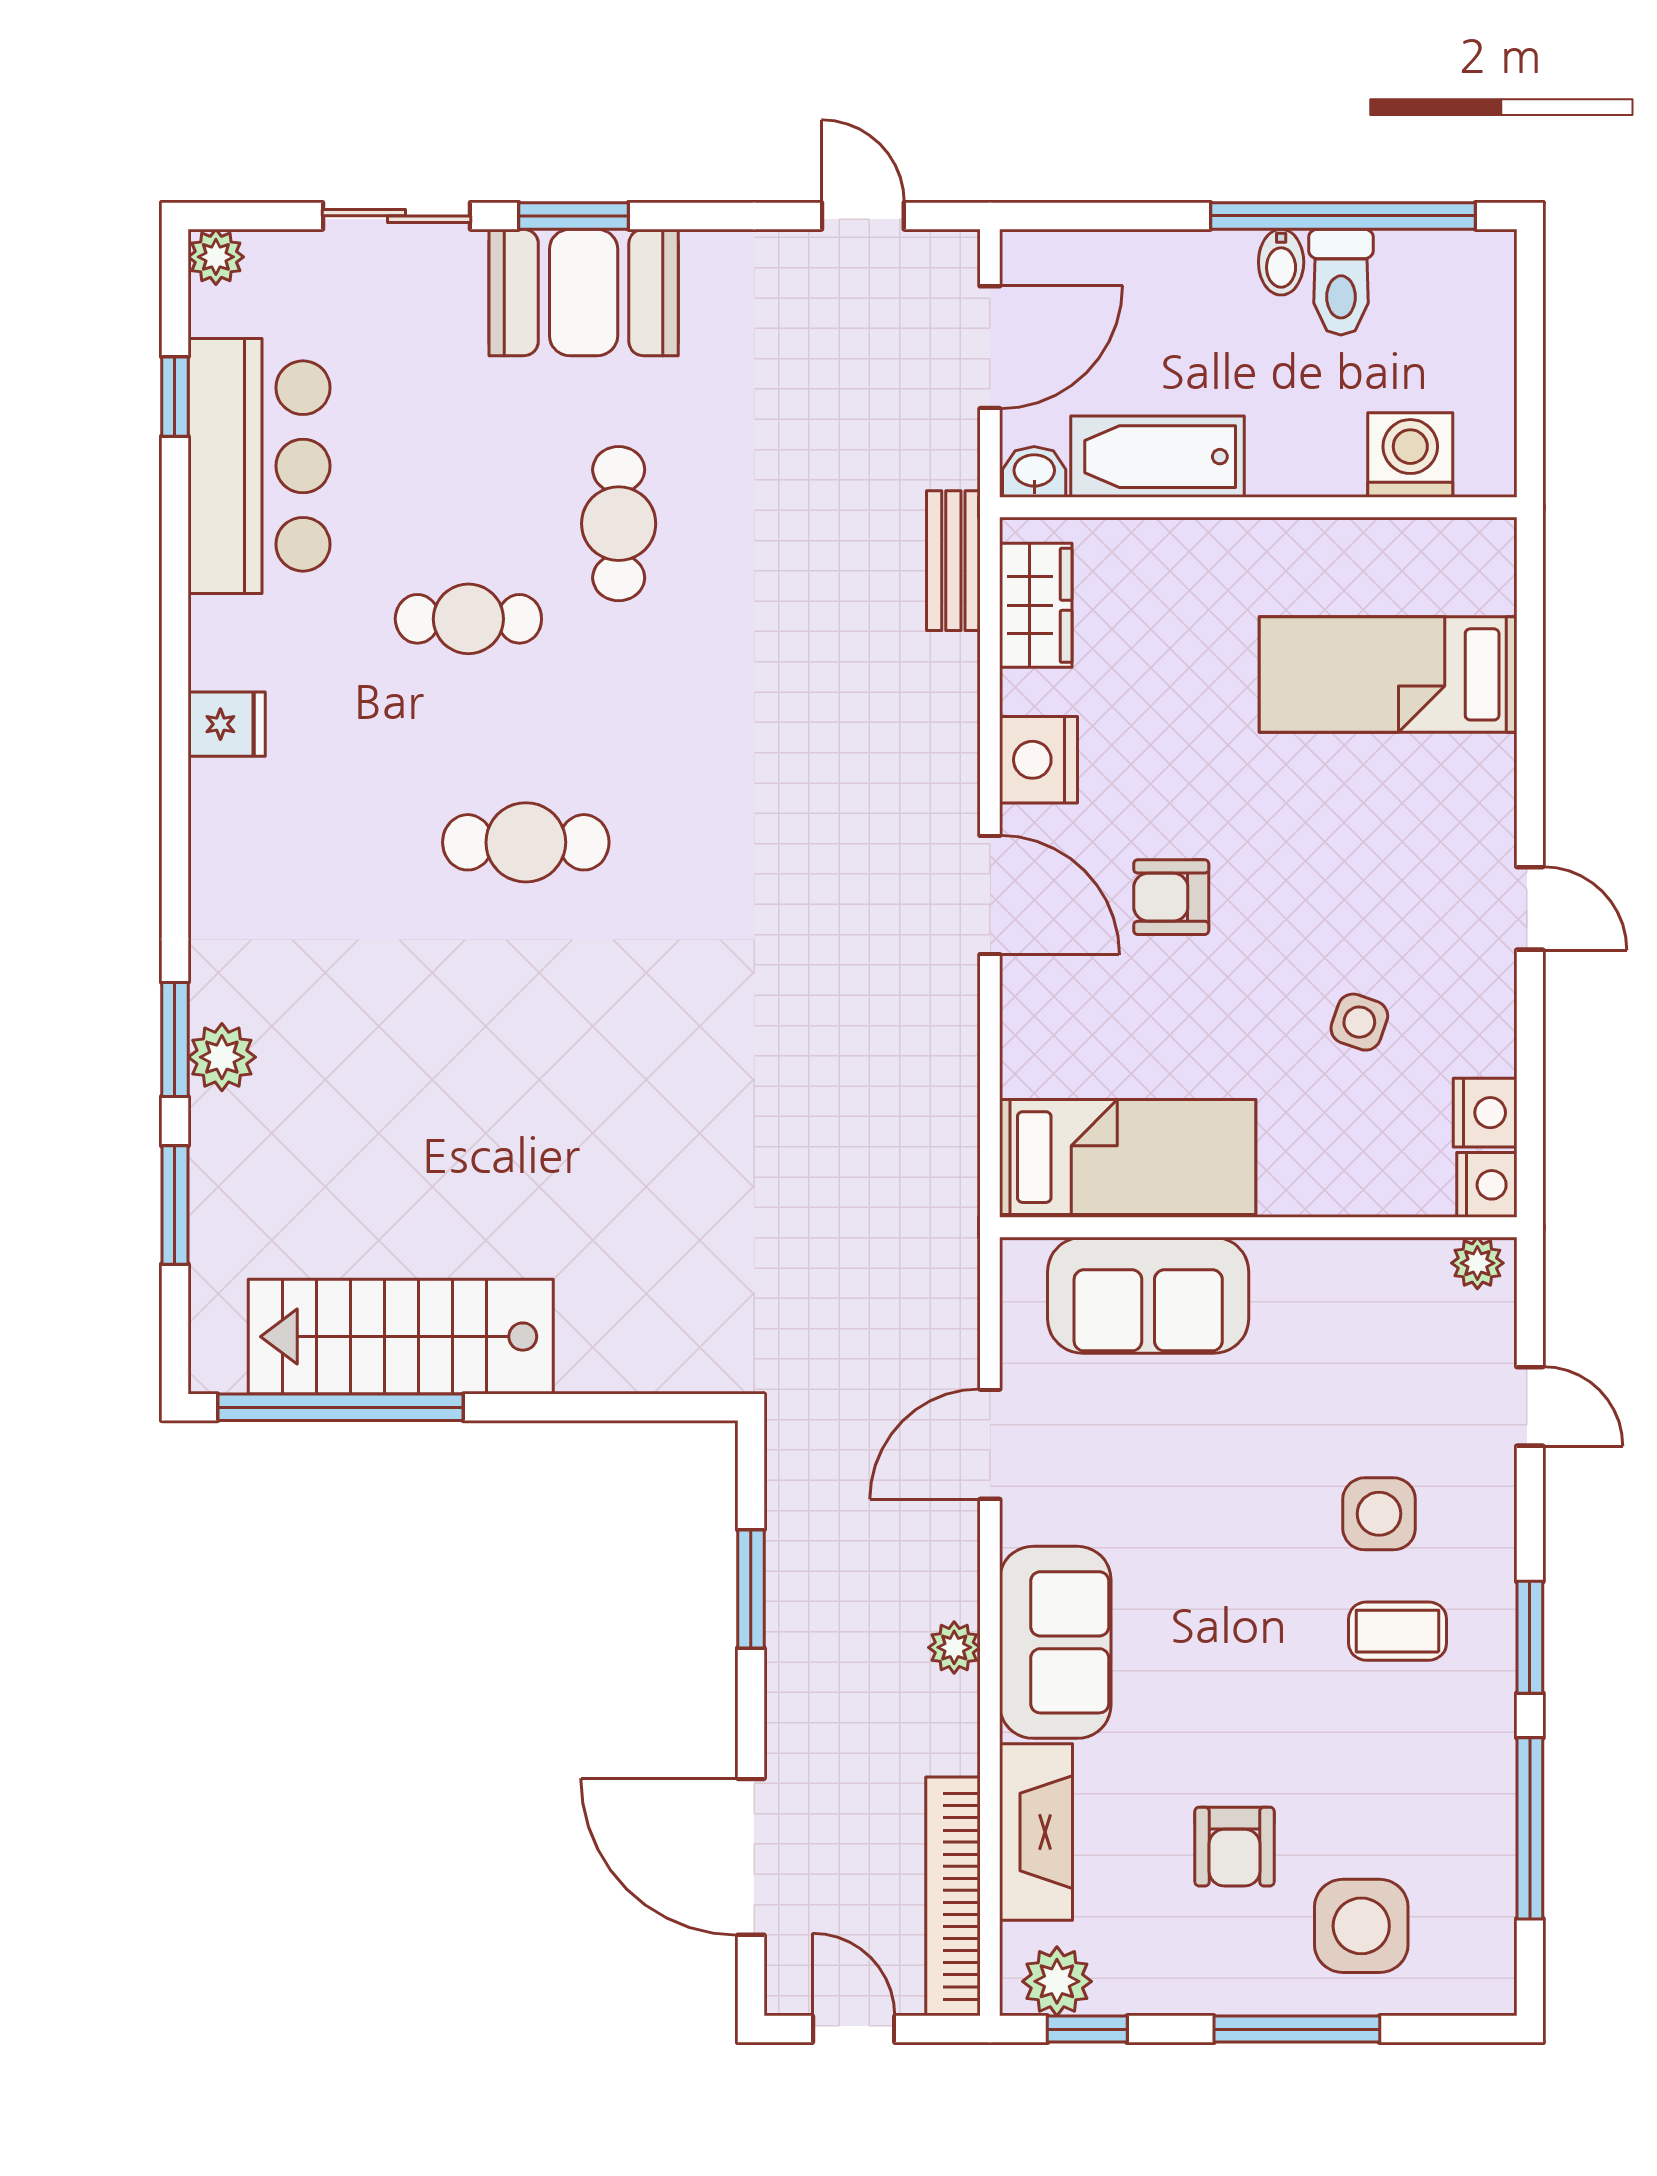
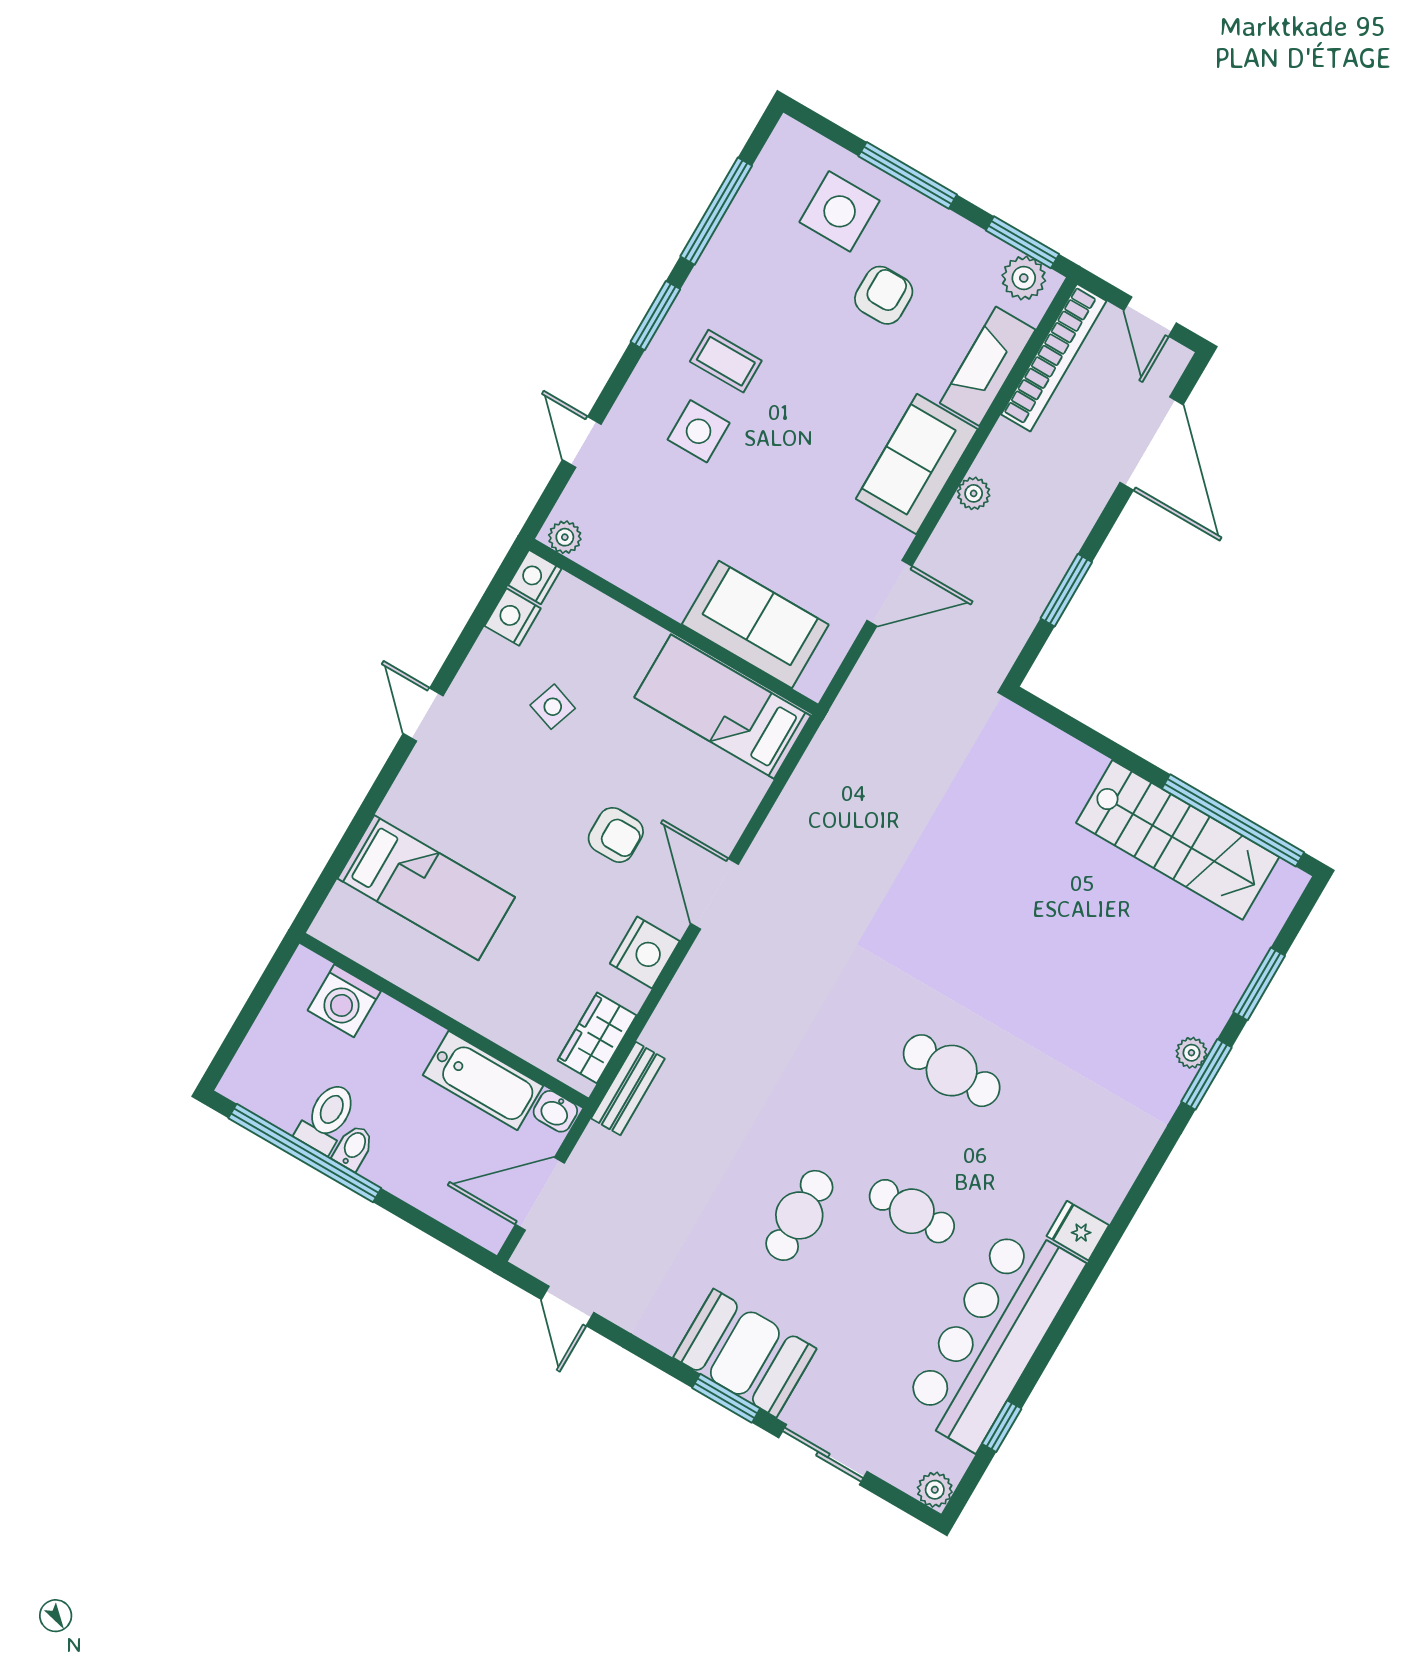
bar counter: (259, 466) -> (993, 1336), width x1.36
plant: (222, 1057) -> (1191, 1053), width x0.73, depth x0.73
window: (1087, 2029) -> (1022, 242), width x1.50

